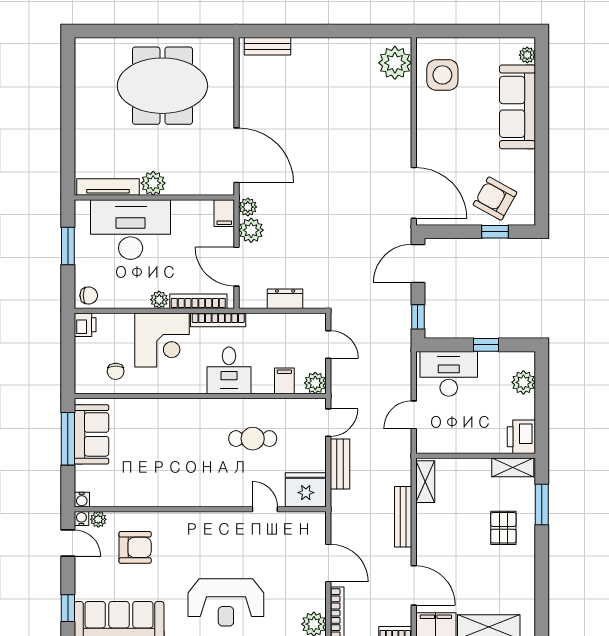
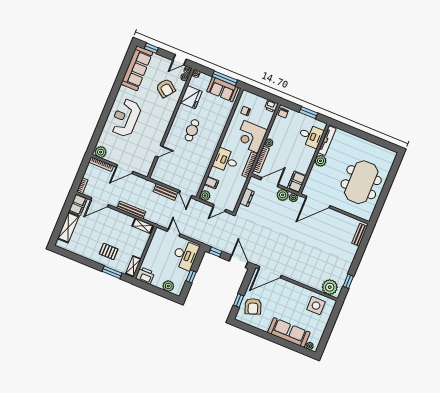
window: (368, 31) -> (348, 281), added
armchair: (495, 199) -> (253, 306), turned 131
filing cabinet: (224, 213) -> (297, 182), width x2.00
desk: (131, 230) -> (311, 136), width x0.53, depth x0.77
cafe table: (253, 439) -> (192, 130), moved
fridge: (306, 490) -> (191, 97), moved
armchair: (135, 547) -> (166, 88), turned -53

